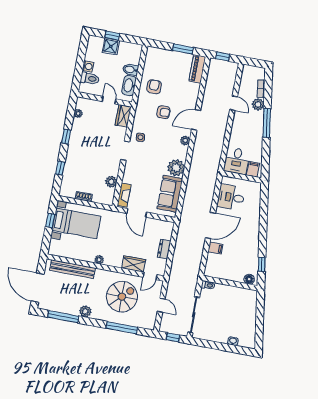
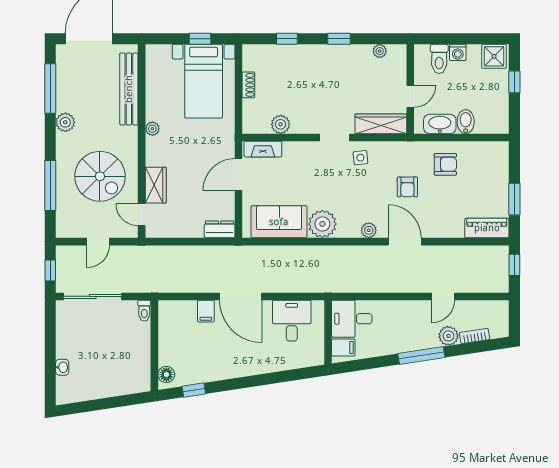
shower: (111, 46) -> (494, 56), moved
wardrobe: (123, 116) -> (381, 124), width x1.50
dresser: (164, 249) -> (220, 229), moved

